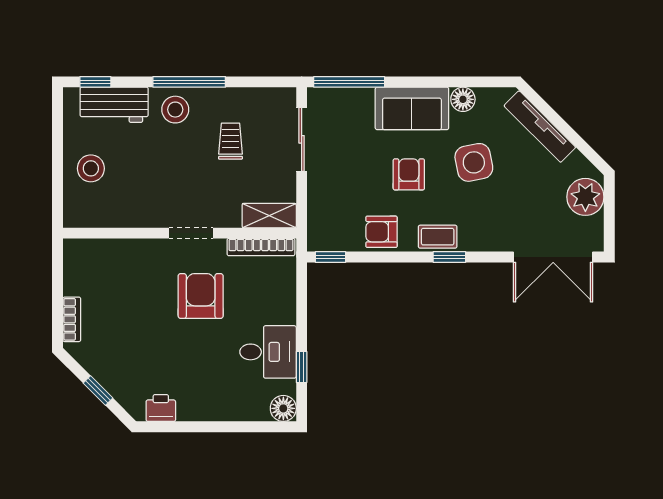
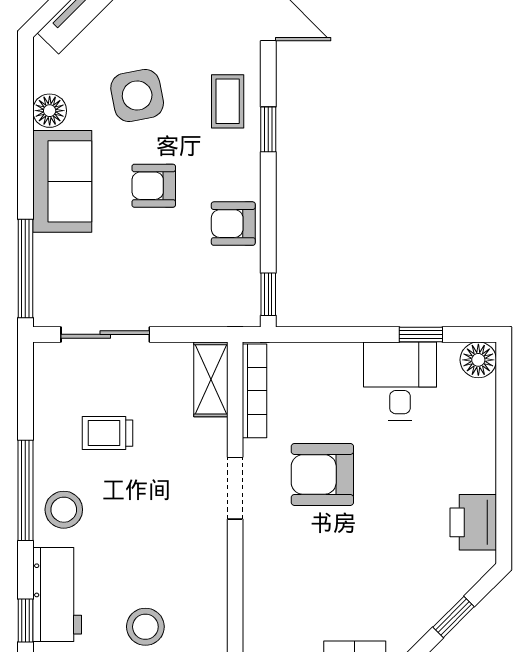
armchair: (382, 232) -> (233, 224), turned 90
coffee table: (438, 237) -> (228, 101), moved
printer: (161, 408) -> (473, 522), width x1.36, depth x1.24

